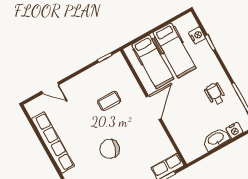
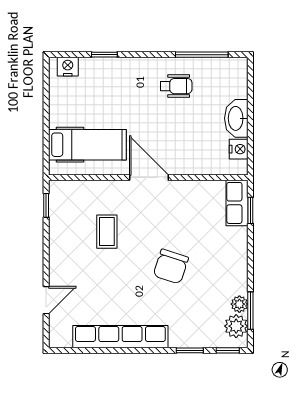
nightstand: (197, 35) -> (68, 67), moved
hospital bed: (175, 50) -> (88, 108), removed
wheelchair: (215, 94) -> (176, 86), turned 180
nightstand: (234, 130) -> (239, 149), moved

